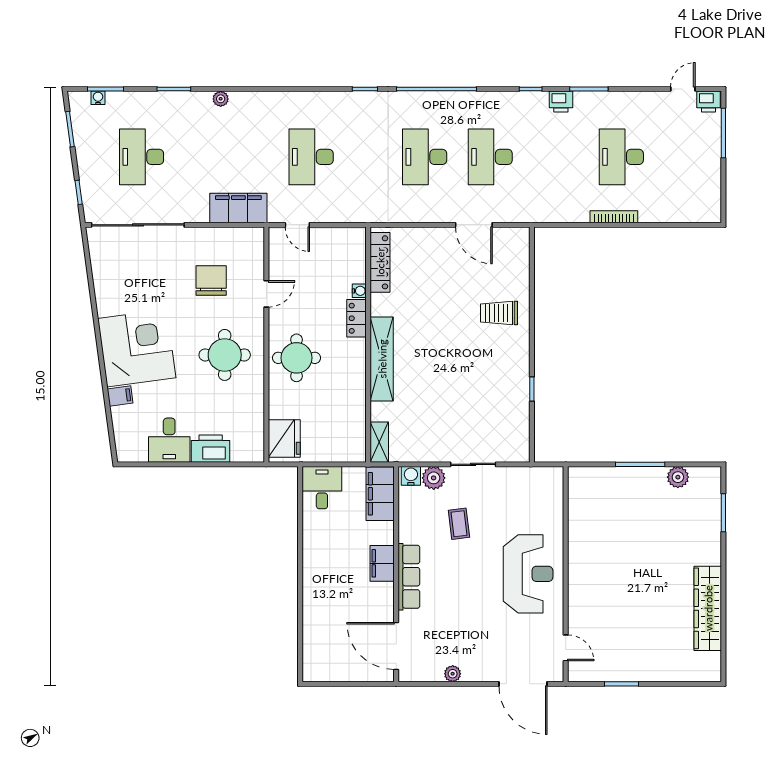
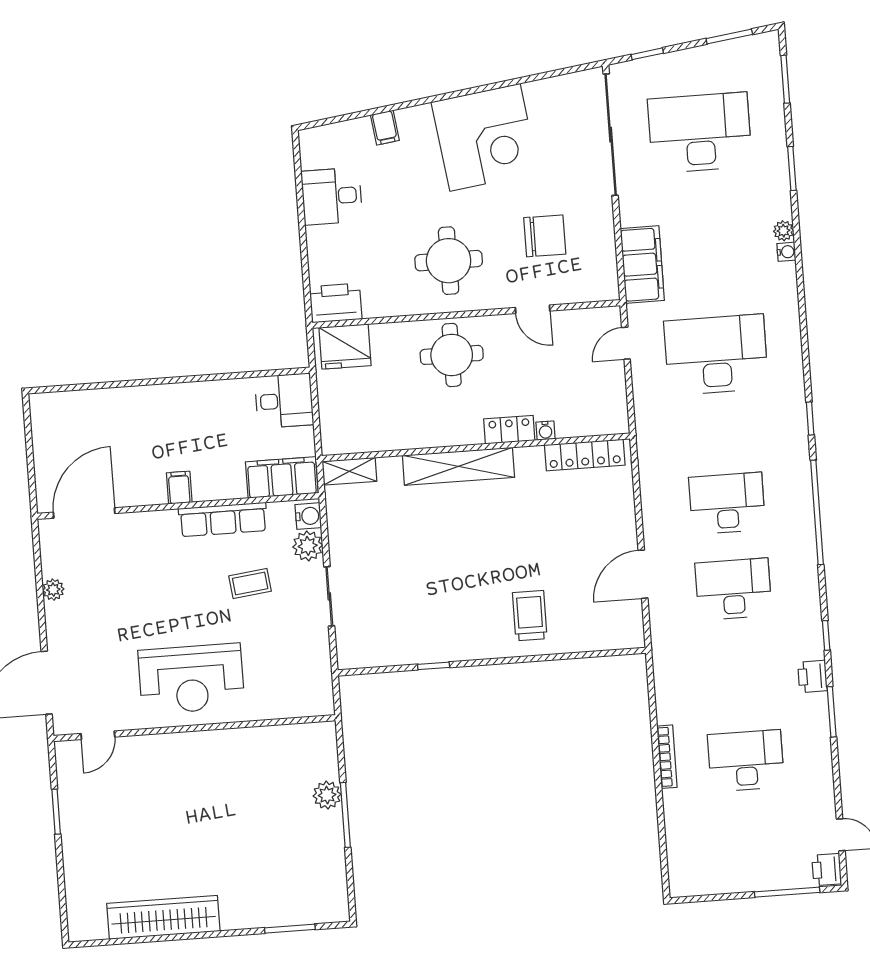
water cooler: (98, 98) -> (786, 252), moved
desk: (142, 157) -> (700, 133), width x1.36, depth x1.30
desk: (311, 157) -> (716, 355), width x1.36, depth x1.30
corner desk: (137, 348) -> (485, 137), moved
printer: (211, 449) -> (336, 303), moved, turned -90
plant: (678, 477) -> (327, 795), moved
filing cabinet: (382, 563) -> (179, 488), width x0.50
row of seats: (409, 577) -> (223, 520), moved

